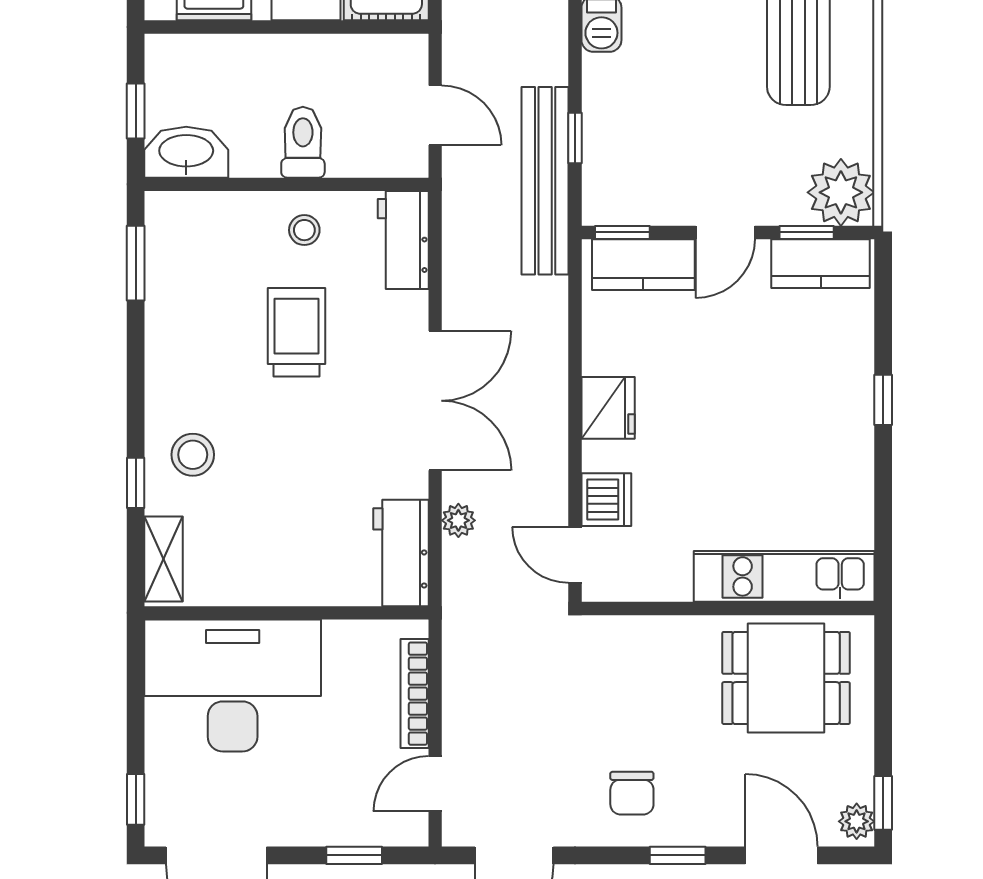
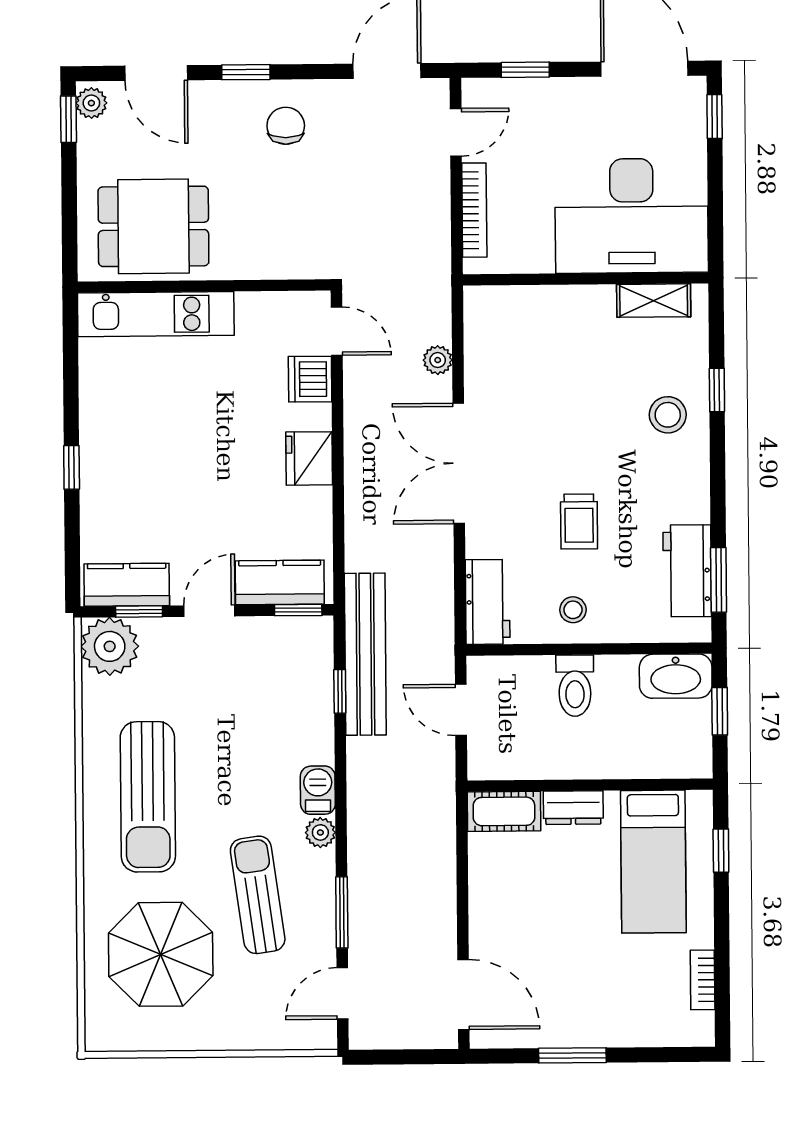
trolley: (297, 332) -> (579, 521), width x0.73, depth x0.72
workbench: (401, 553) -> (687, 571), moved, turned 180
shelving: (164, 559) -> (654, 301), moved, turned 90

